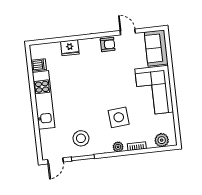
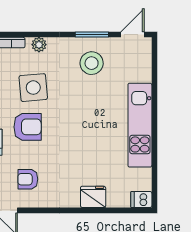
armchair: (108, 44) -> (28, 179), moved
dishwasher: (39, 65) -> (141, 199), moved
armchair: (120, 90) -> (28, 127), added

